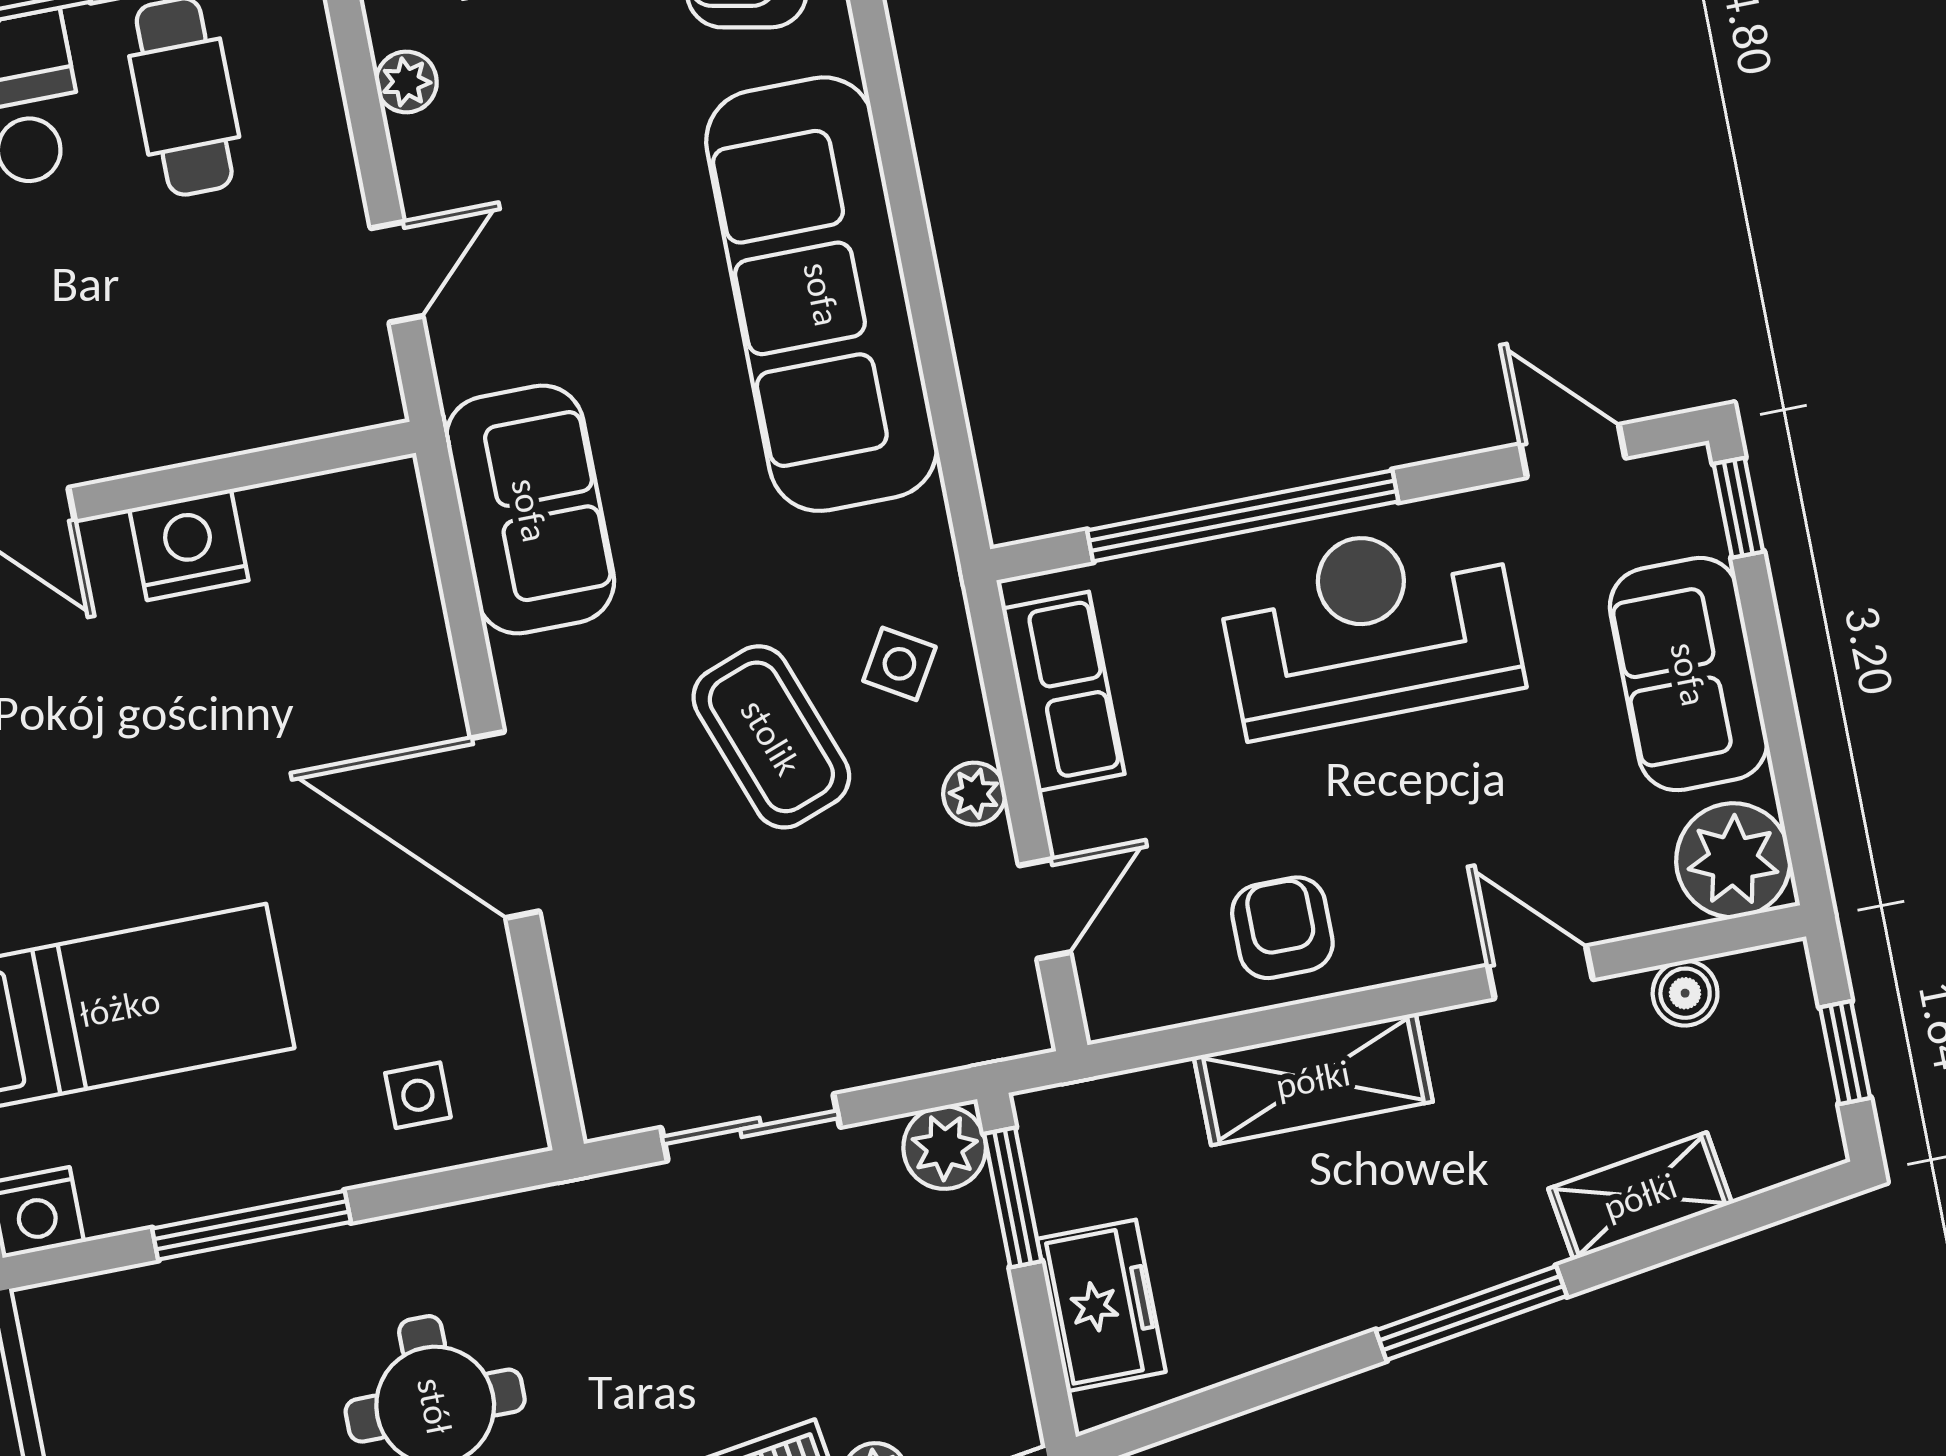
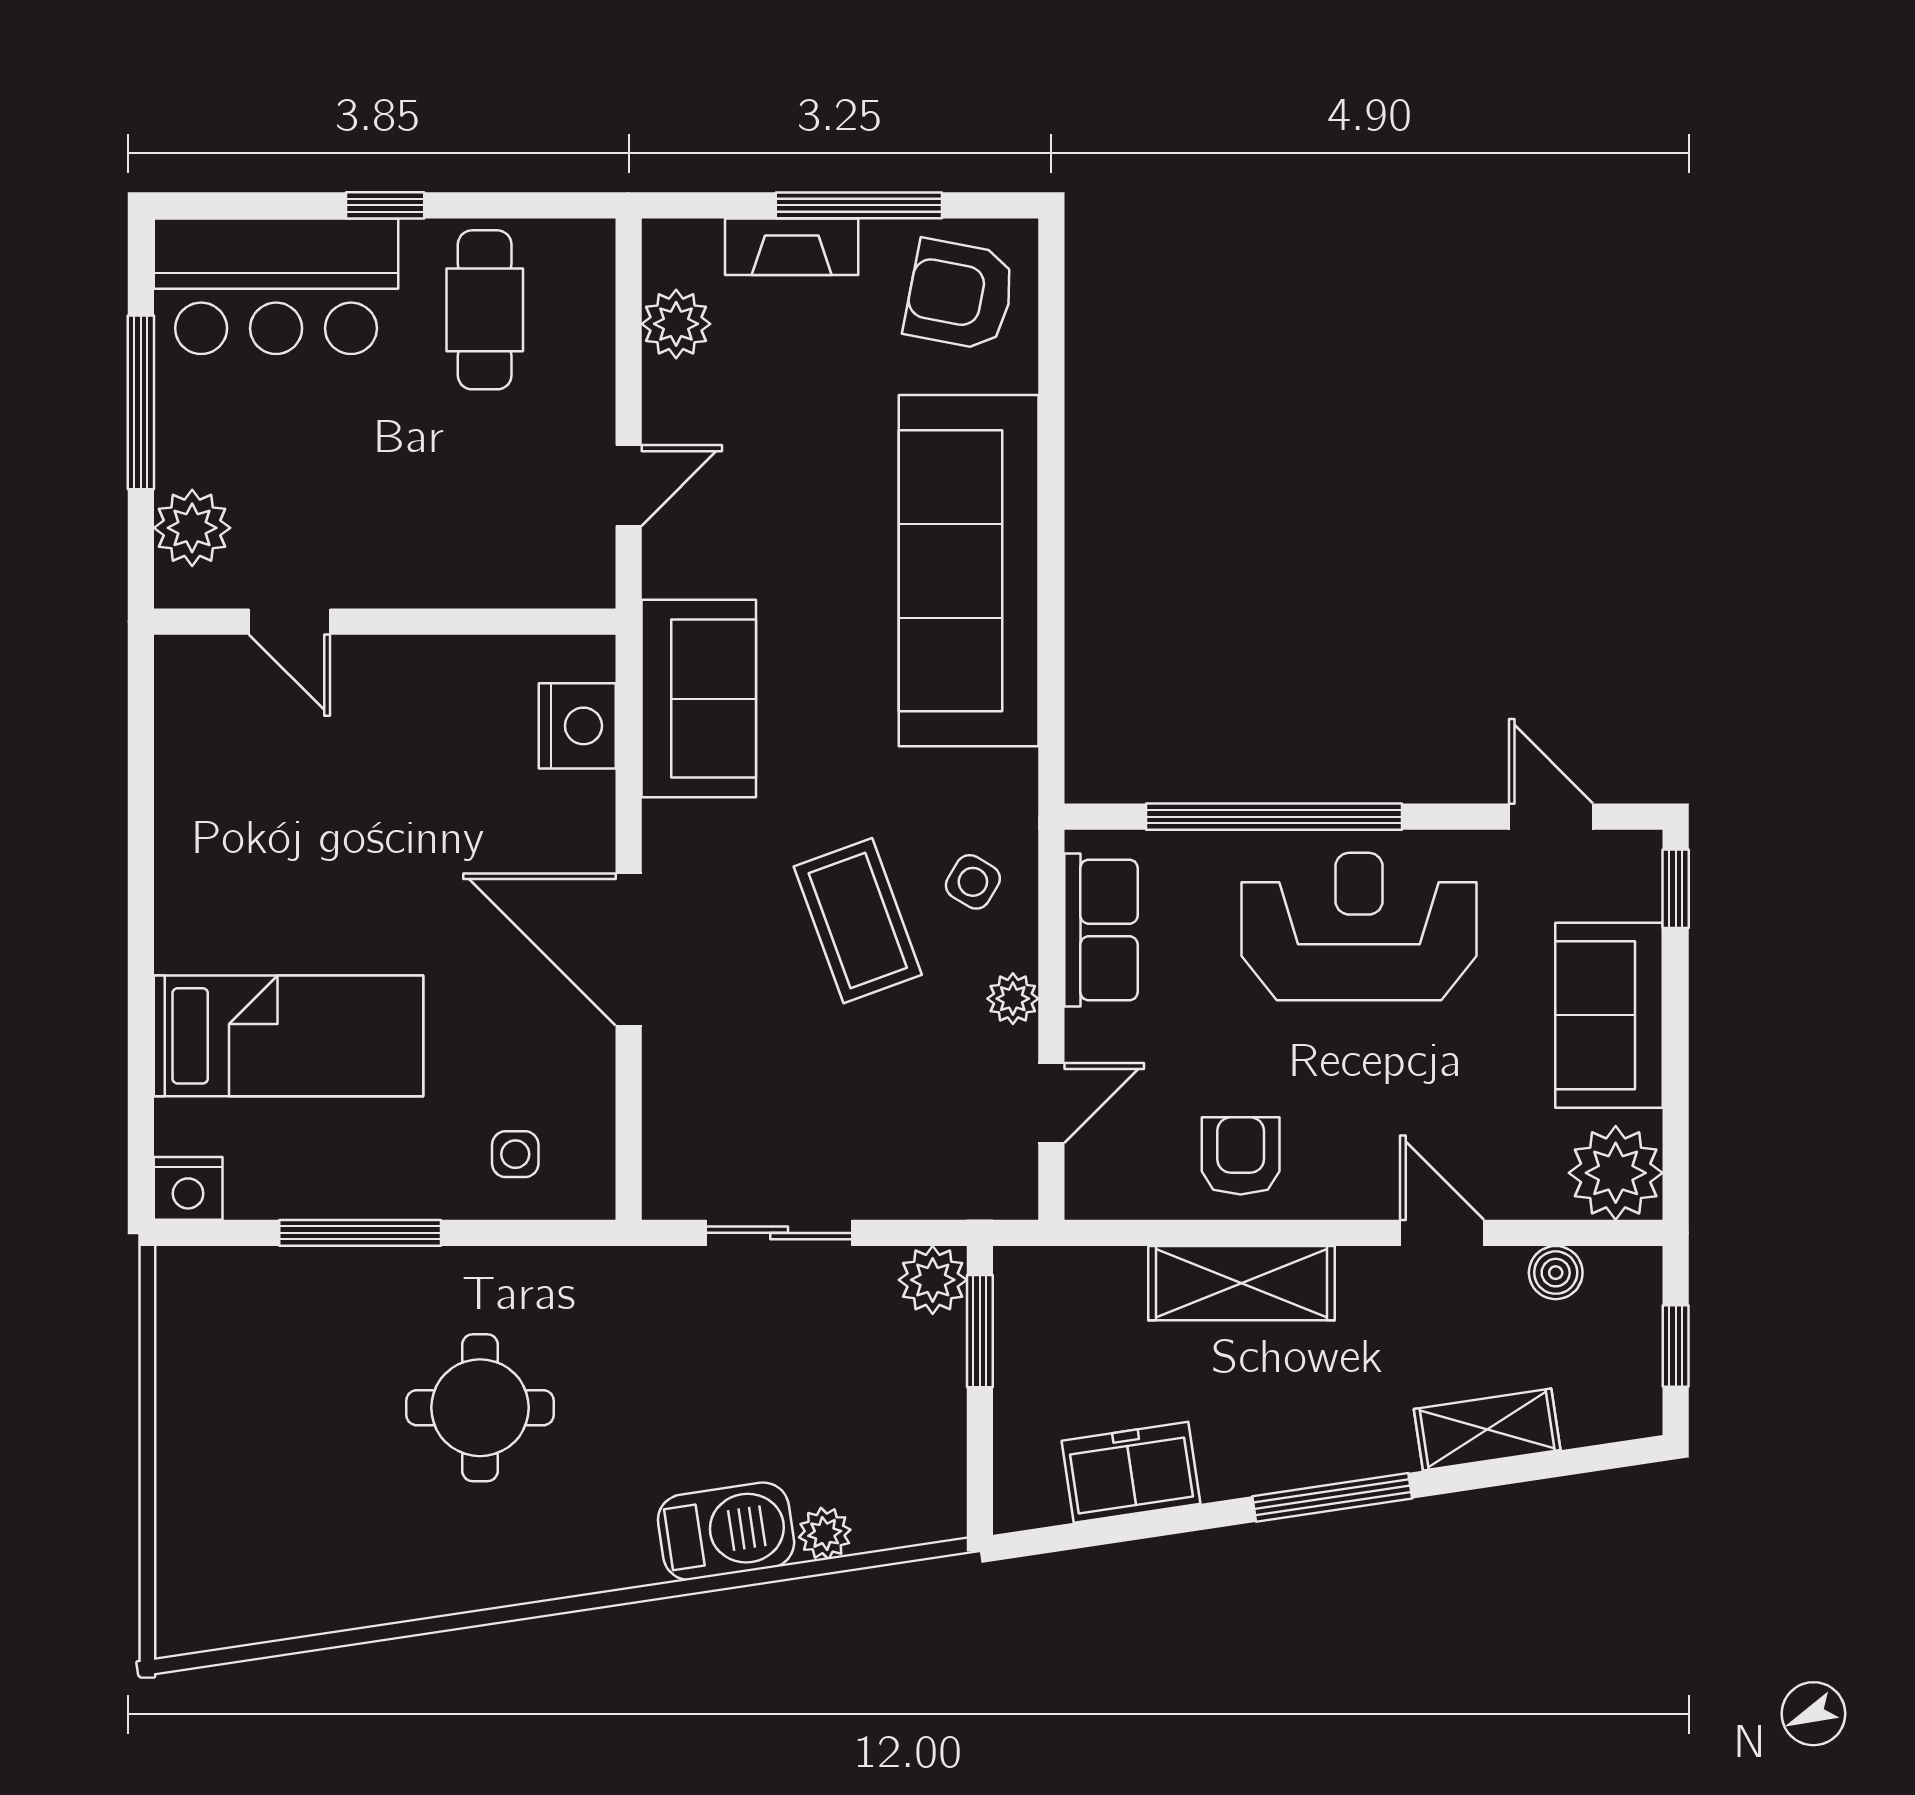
plant: (406, 82) -> (676, 324), width x1.38, depth x1.38
nightstand: (189, 545) -> (577, 726), moved, turned 90
freezer: (1101, 1305) -> (1131, 1472), moved, turned -98

